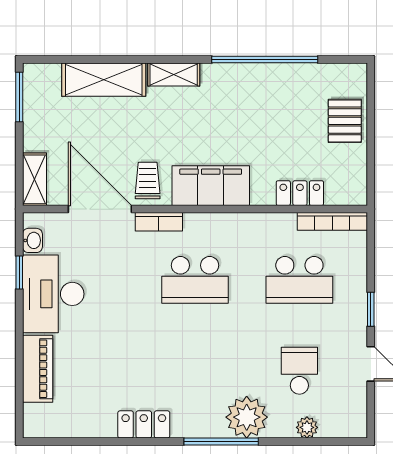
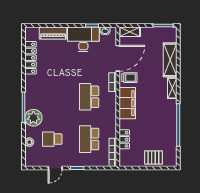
school desk: (299, 371) -> (52, 139), turned 180
locker: (144, 424) -> (31, 58), moved, width x1.53

